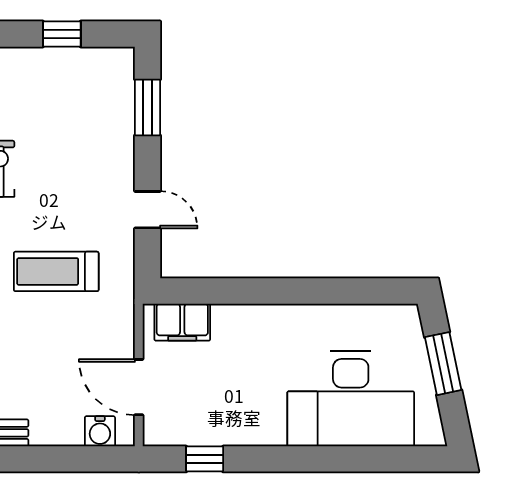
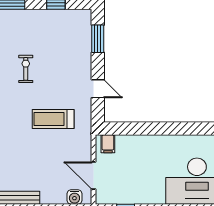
filing cabinet: (182, 322) -> (108, 144), width x0.50

